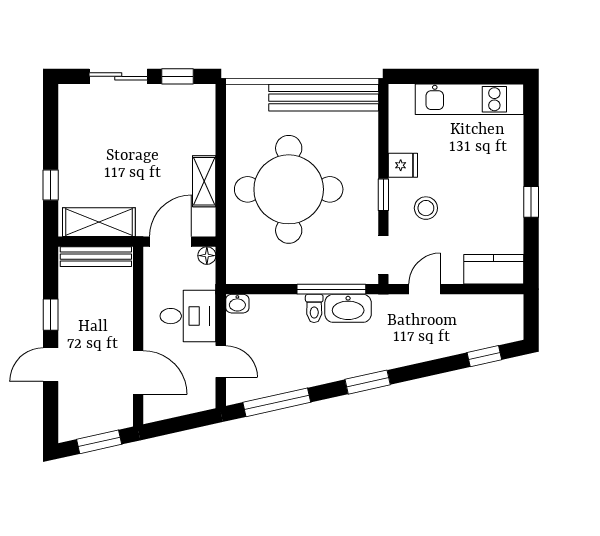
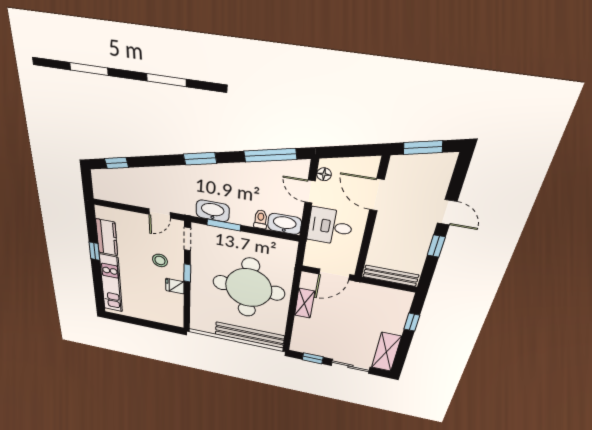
bench: (324, 98) -> (250, 335), moved
kitchen unit: (469, 99) -> (111, 283), moved, turned 90
shelving: (99, 222) -> (386, 352), moved, turned 90
floor lamp: (207, 256) -> (324, 174), moved
kitchen counter: (494, 269) -> (107, 237), moved, turned -90
window: (331, 289) -> (224, 225), width x0.69
washbasin: (237, 304) -> (285, 224), width x1.91, depth x1.45
toilet: (314, 308) -> (261, 219), moved
door: (51, 365) -> (447, 212), hinge flipped

